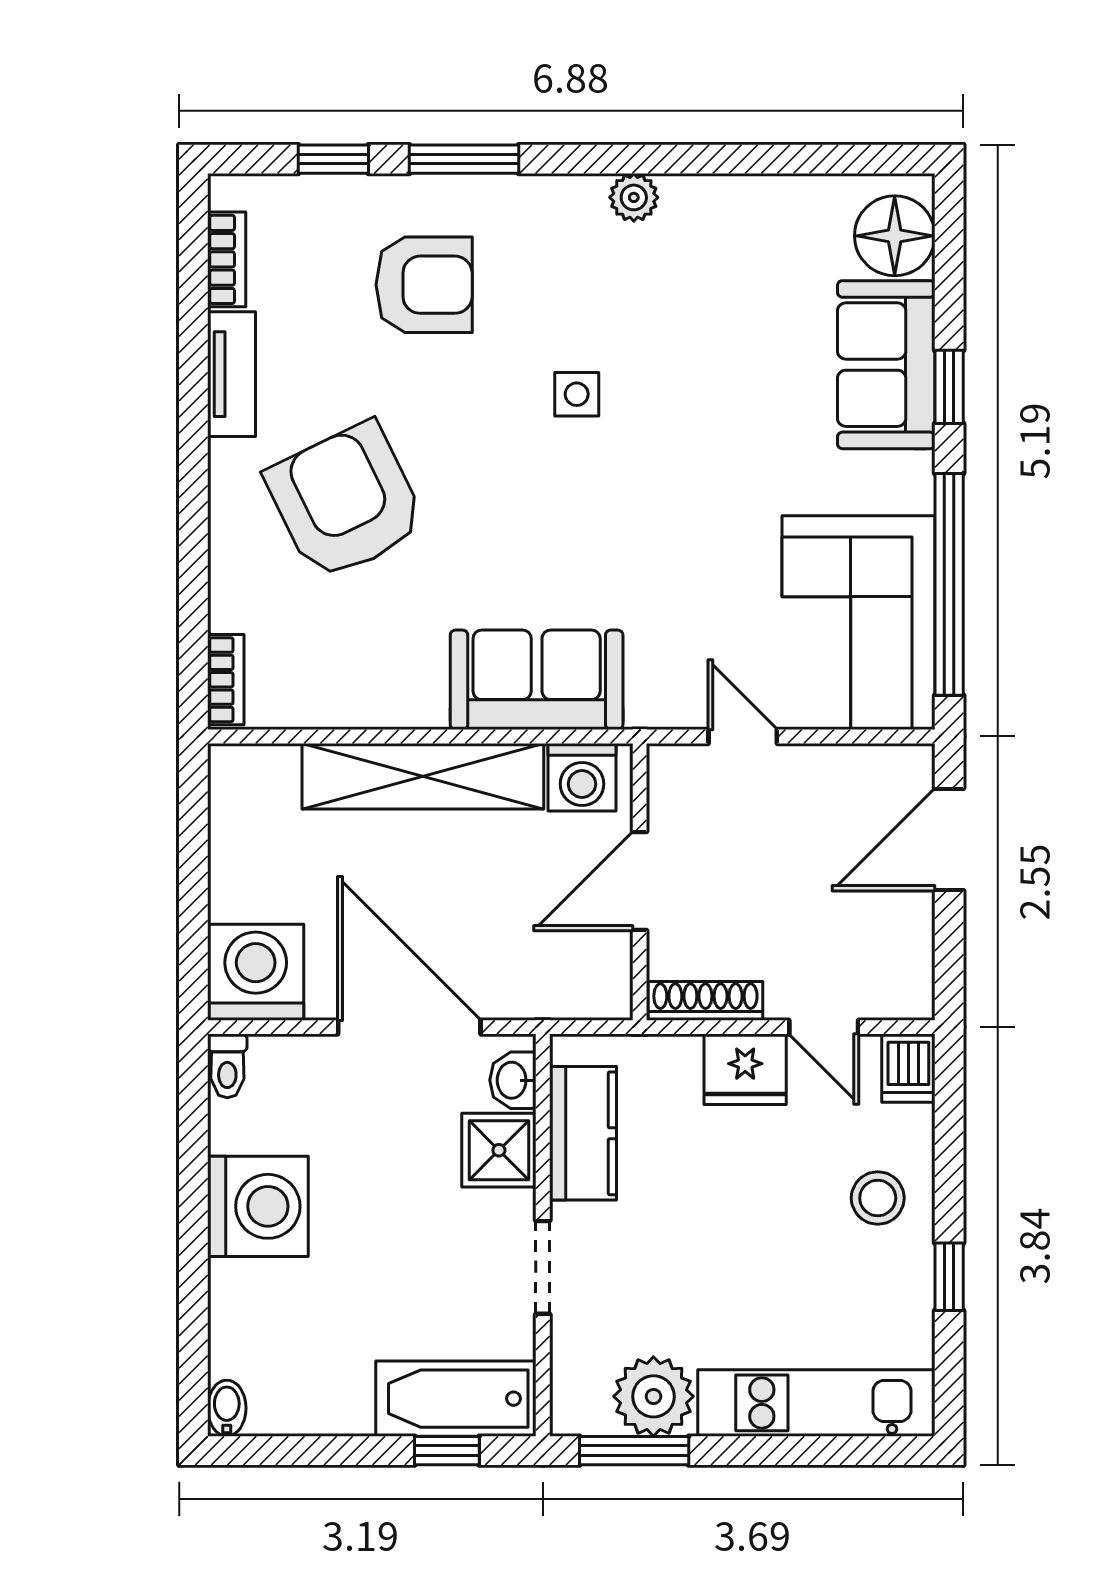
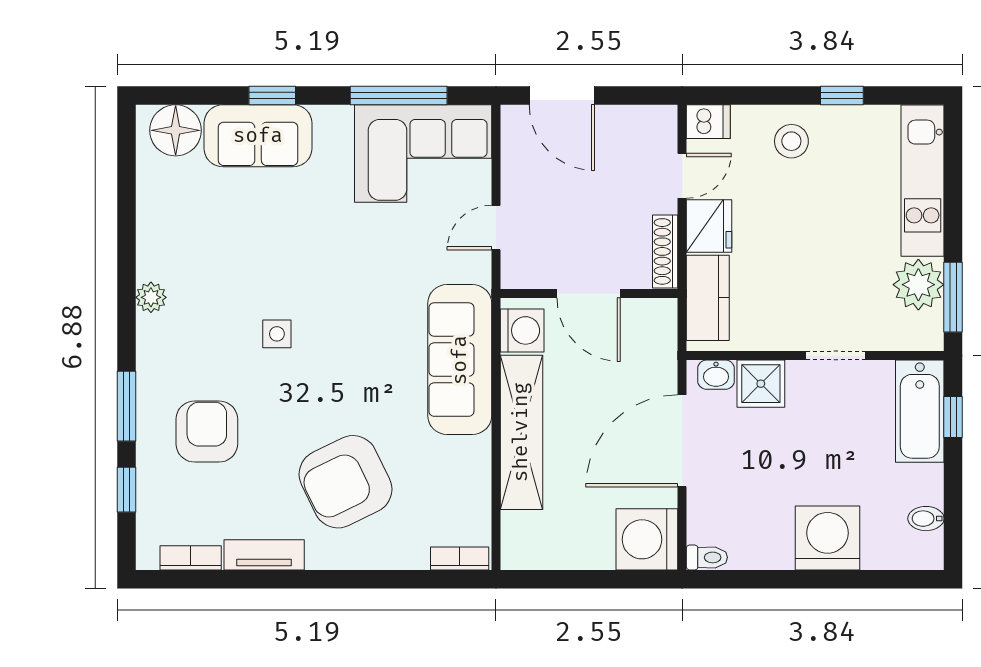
window: (949, 584) -> (399, 95), width x0.68
sofa: (537, 680) -> (460, 360), width x1.36
kitchen counter: (583, 1133) -> (708, 298), moved, turned 90
washing machine: (258, 1206) -> (828, 538), moved
bidet: (227, 1408) -> (926, 519), moved

